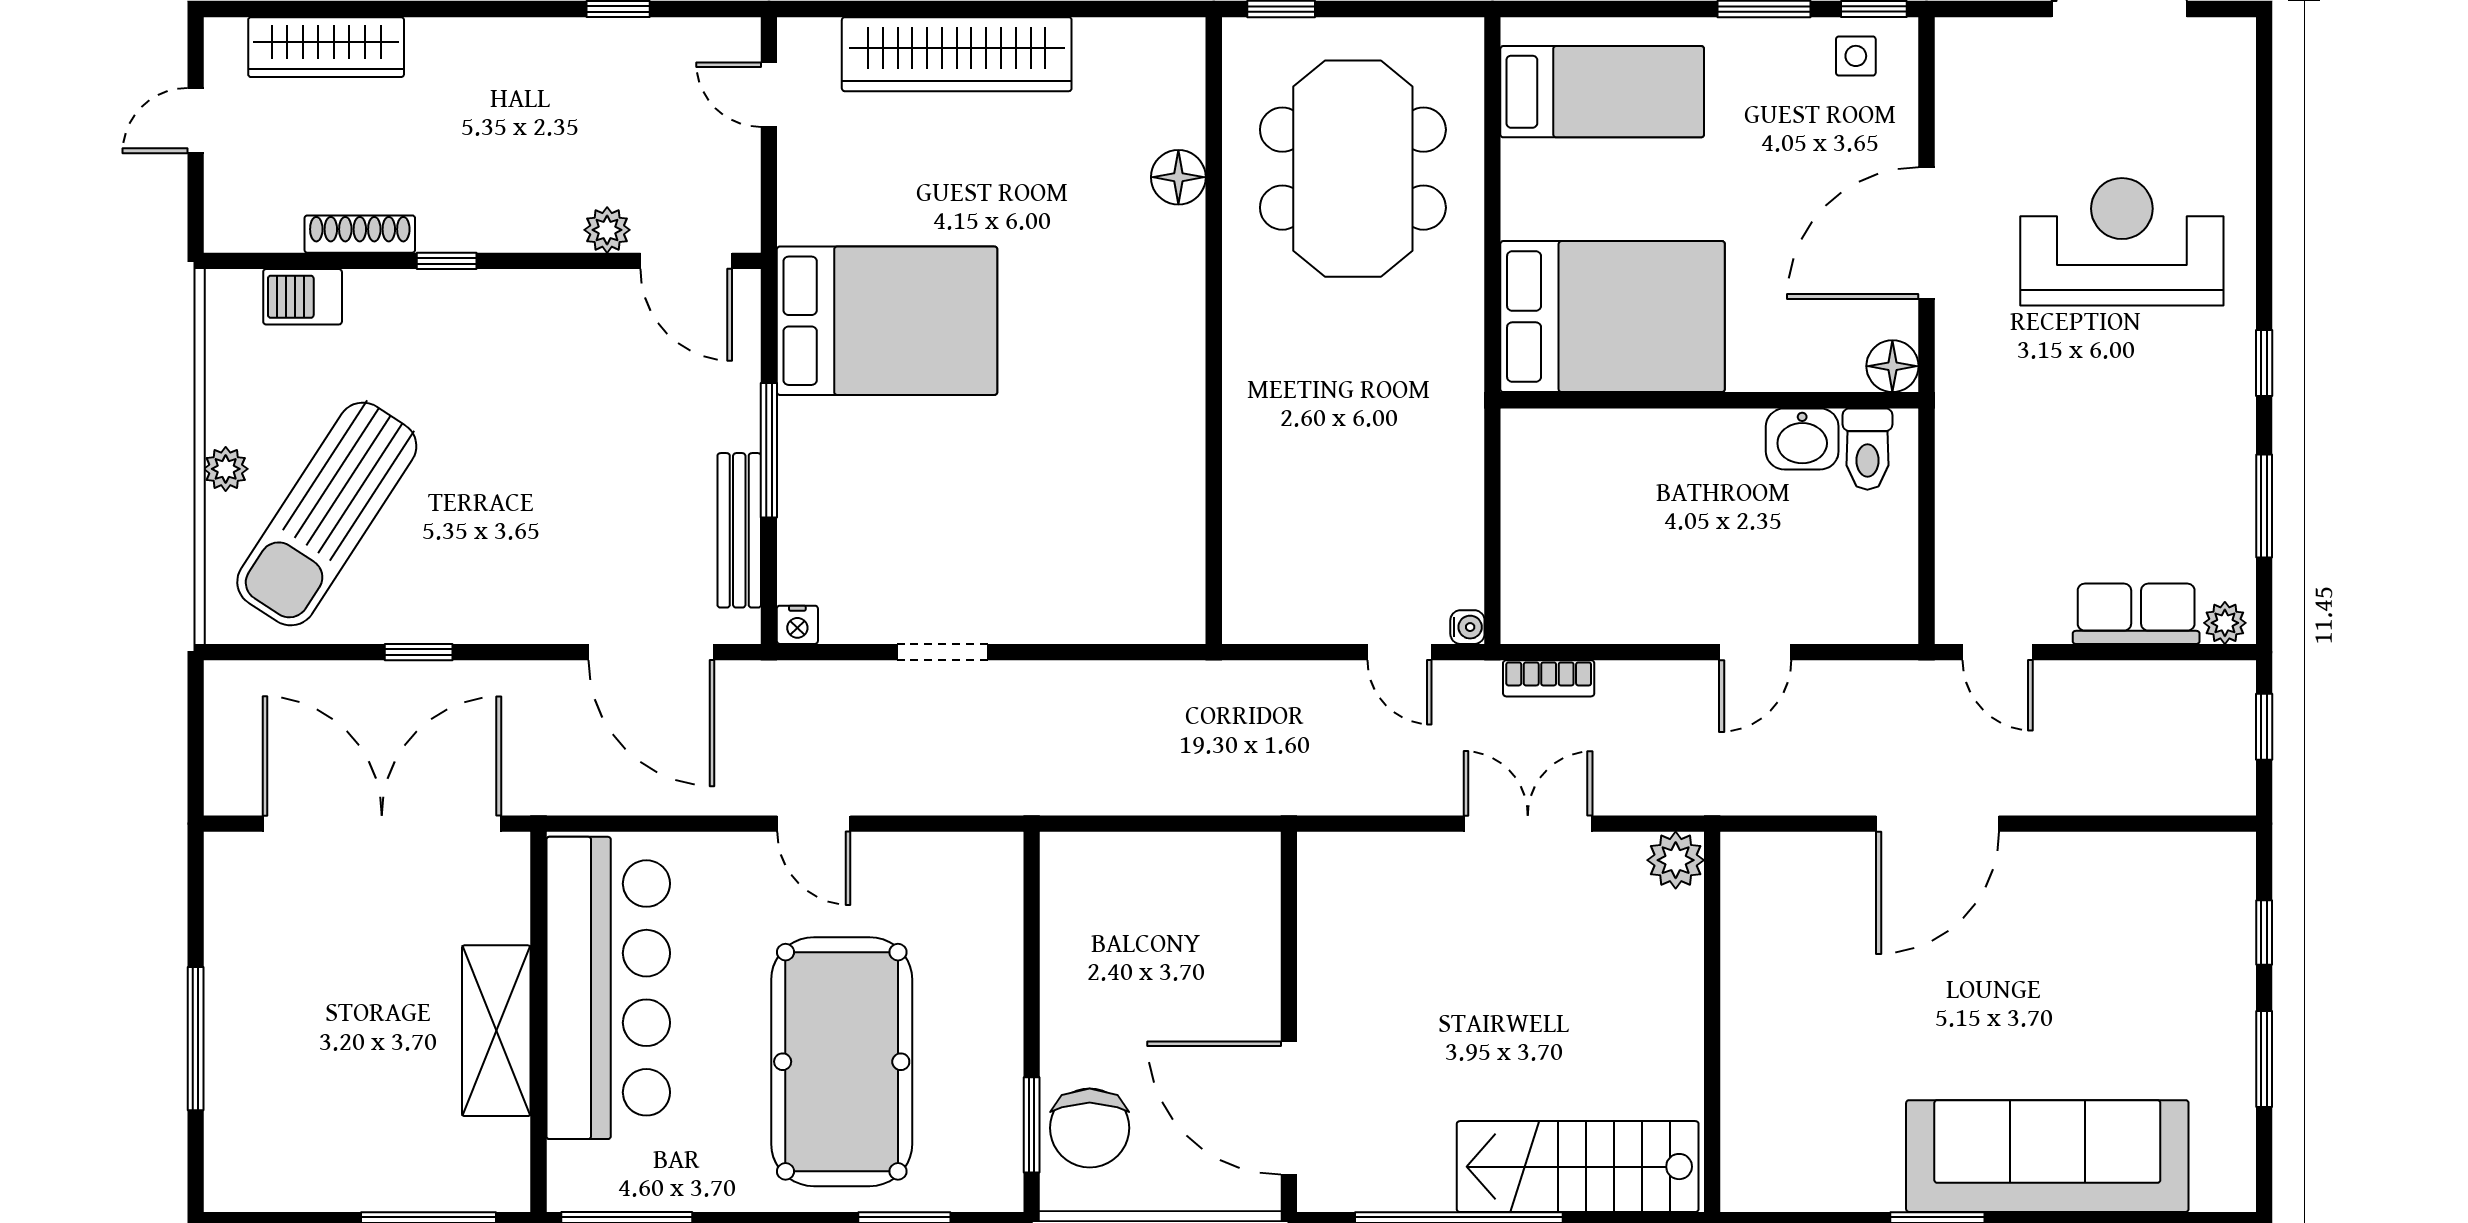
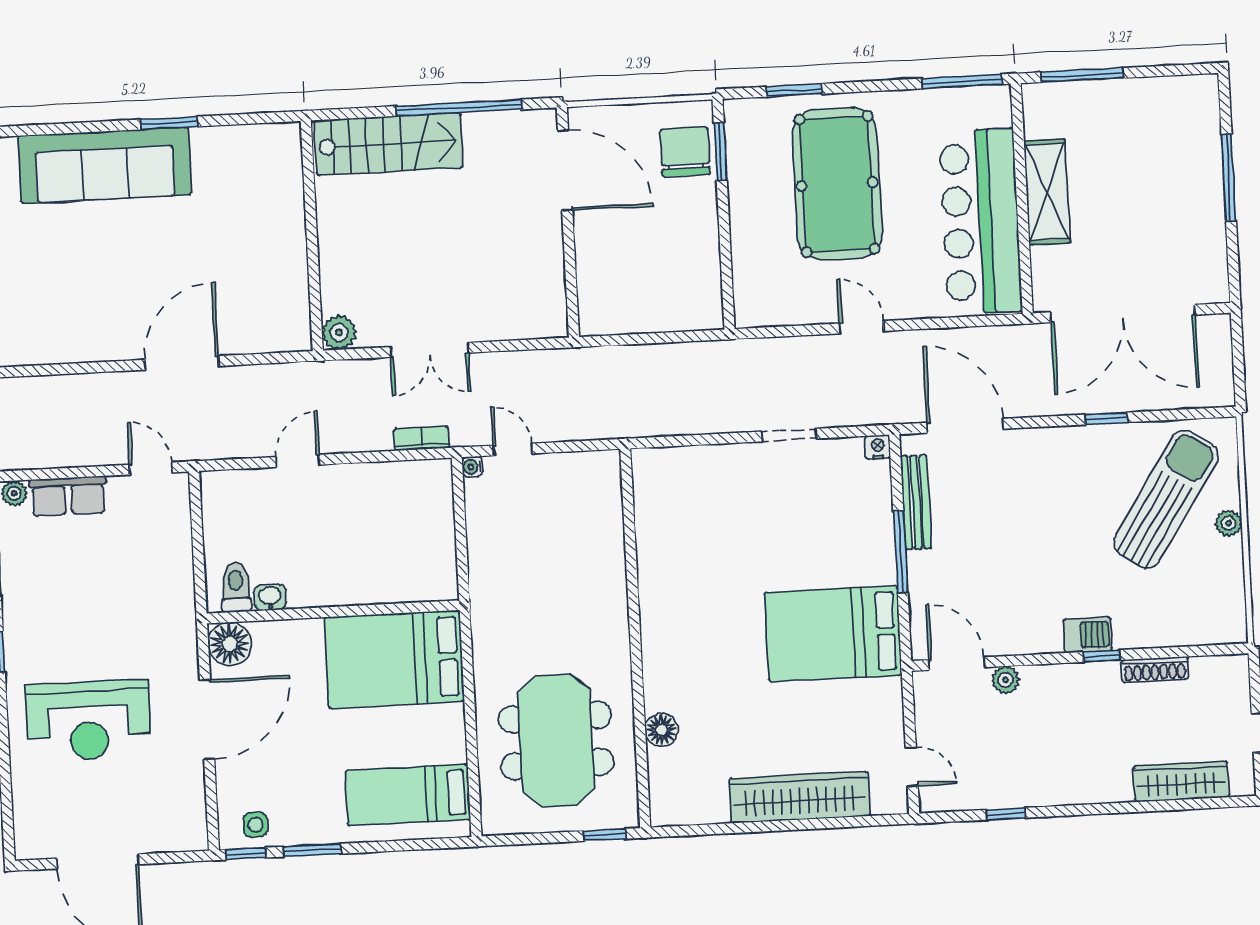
barbecue: (303, 297) -> (1087, 635), moved
floor lamp: (1892, 366) -> (230, 644), width x1.38, depth x1.38
washbasin: (1802, 439) -> (270, 597), width x0.72, depth x0.69

